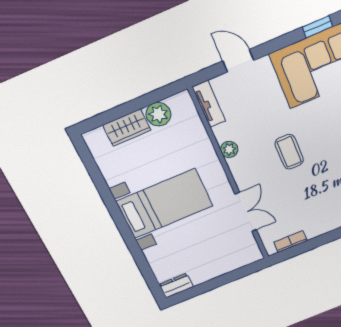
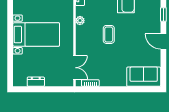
double door: (246, 212) -> (74, 68), moved
dresser: (176, 286) -> (36, 82), moved

